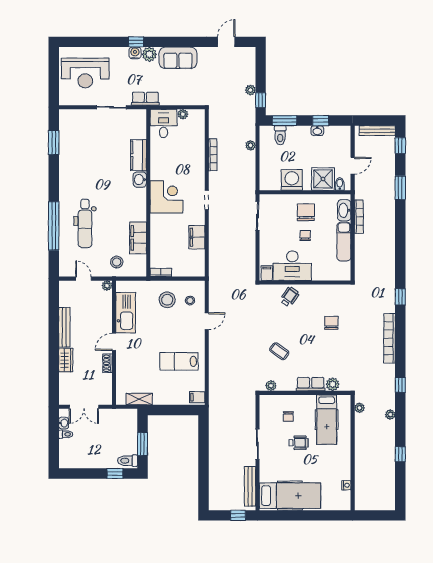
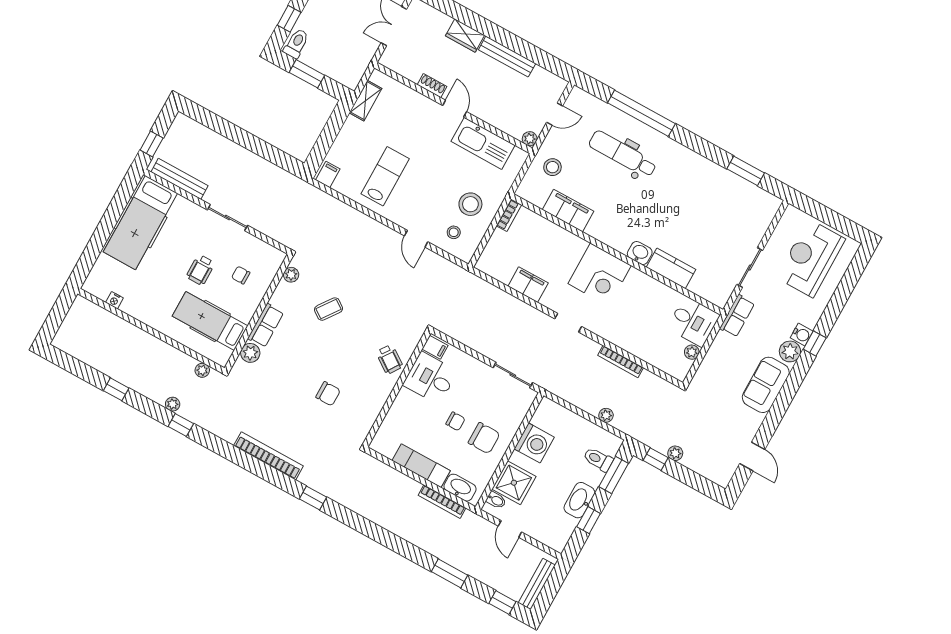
washbasin: (317, 131) -> (579, 500), width x1.91, depth x1.45
desk: (292, 266) -> (430, 378), width x0.73
window: (400, 385) -> (181, 425), moved

